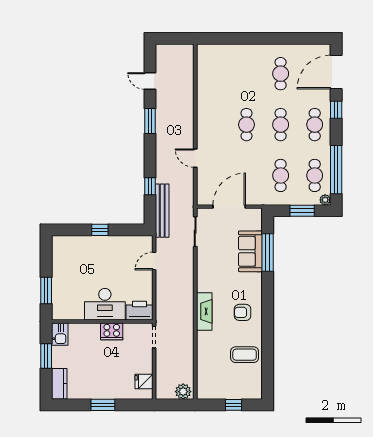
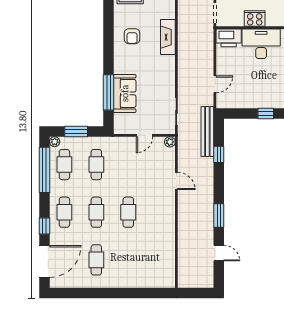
plant: (202, 200) -> (170, 142), added
door: (229, 207) -> (145, 135), width x0.53
armchair: (243, 312) -> (132, 36), turned 90

